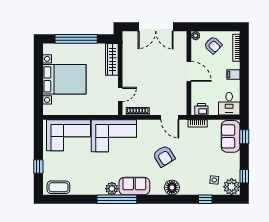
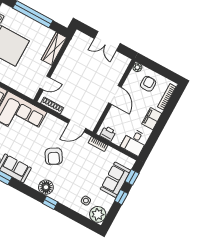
double door: (156, 27) -> (107, 41), width x0.73
armchair: (213, 45) -> (148, 84), turned -134
filing cabinet: (233, 75) -> (152, 119), width x2.00
door: (170, 117) -> (77, 126), hinge flipped
sofa: (231, 136) -> (115, 180), moved
window: (244, 176) -> (121, 197), moved
window: (205, 199) -> (50, 203), moved

